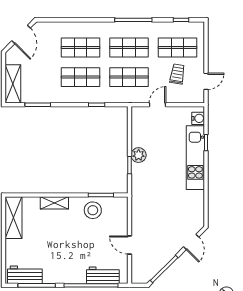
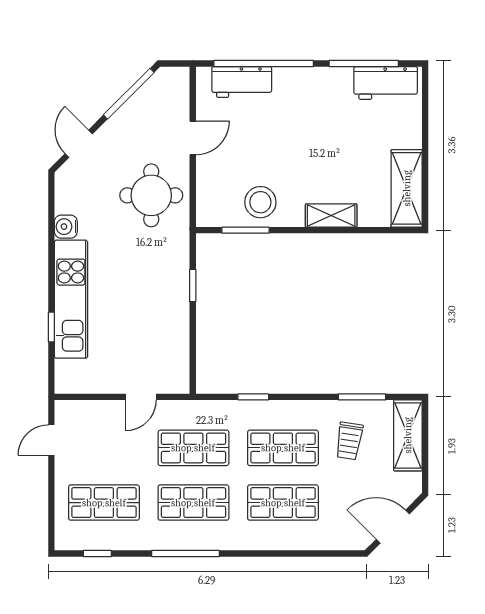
door: (21, 34) -> (393, 527), hinge flipped
trolley: (177, 74) -> (349, 441), moved
water cooler: (198, 118) -> (66, 227), moved
plant: (139, 155) -> (176, 304), removed
round table: (152, 214) -> (151, 195), added
door: (129, 245) -> (193, 138), hinge flipped

